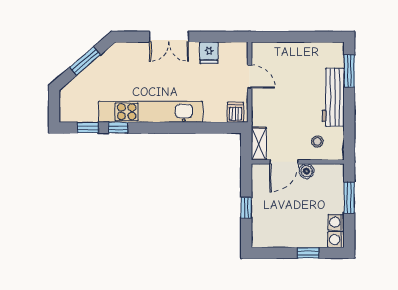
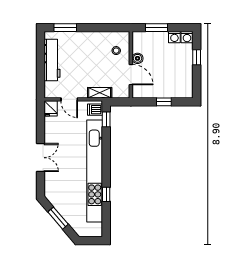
fridge: (209, 53) -> (51, 108), moved, turned 90
door: (250, 77) -> (69, 99), swing flipped
workbench: (333, 97) -> (52, 60), moved, turned -90
kitchen unit: (151, 112) -> (95, 171), width x1.36
window: (88, 128) -> (106, 119), moved
shelving: (259, 144) -> (100, 93), moved

